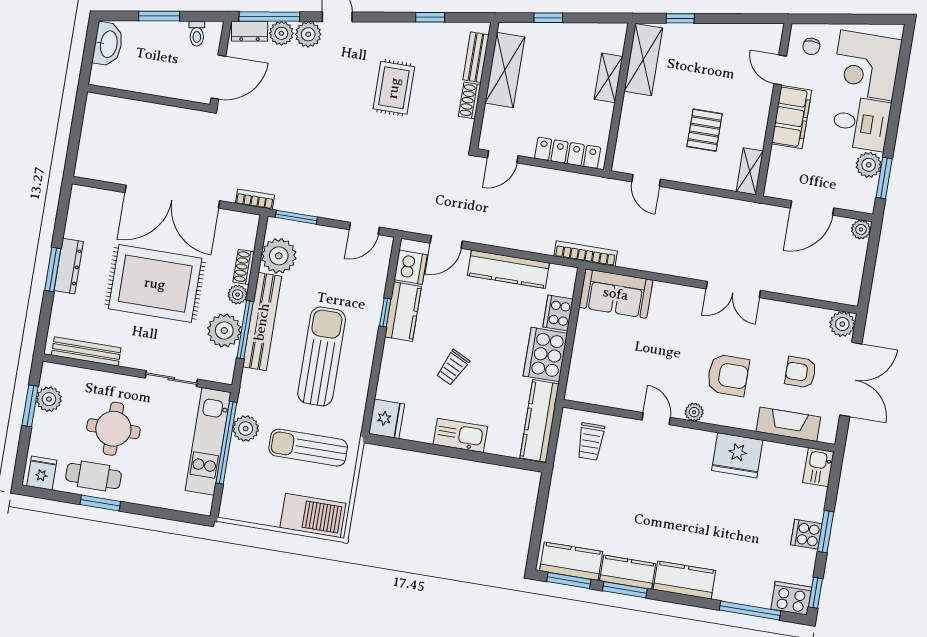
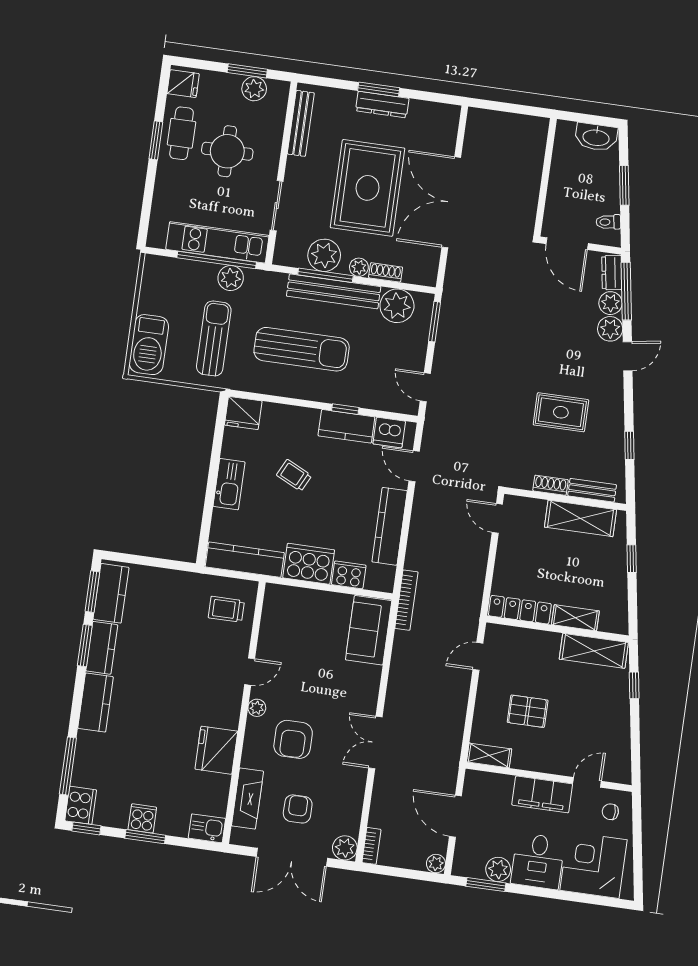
locker: (568, 153) -> (520, 610), moved, turned -90
bookcase: (255, 199) -> (371, 846), moved

